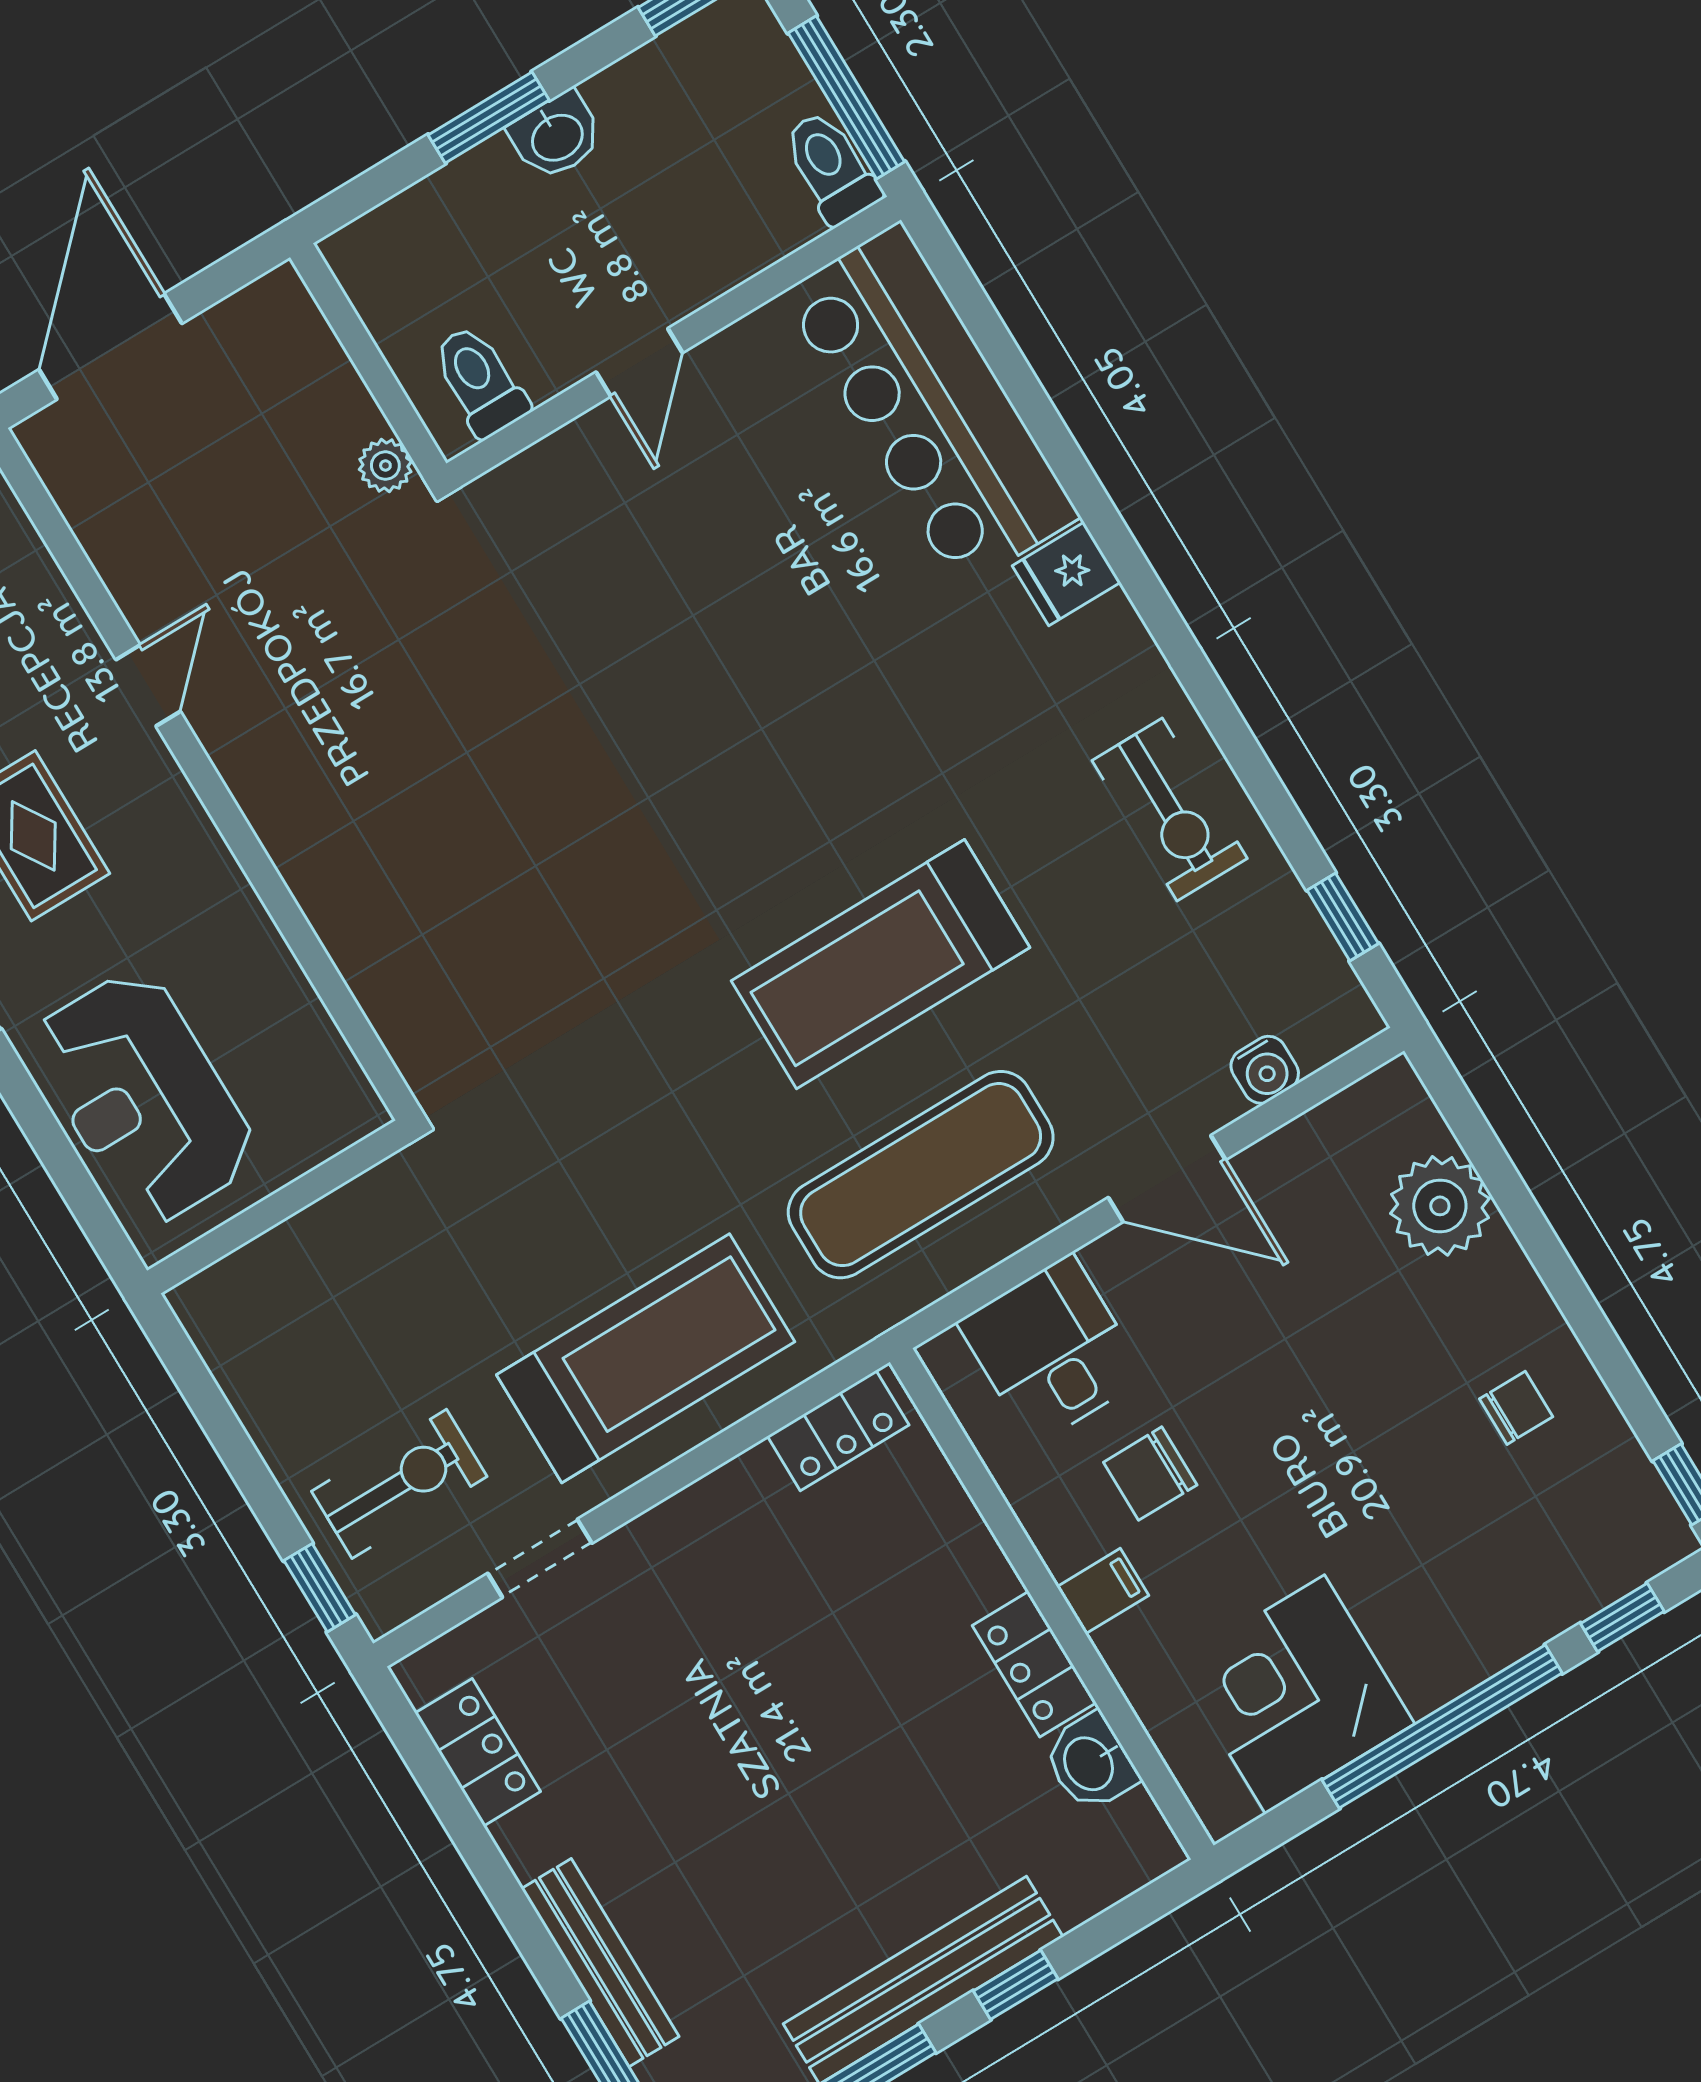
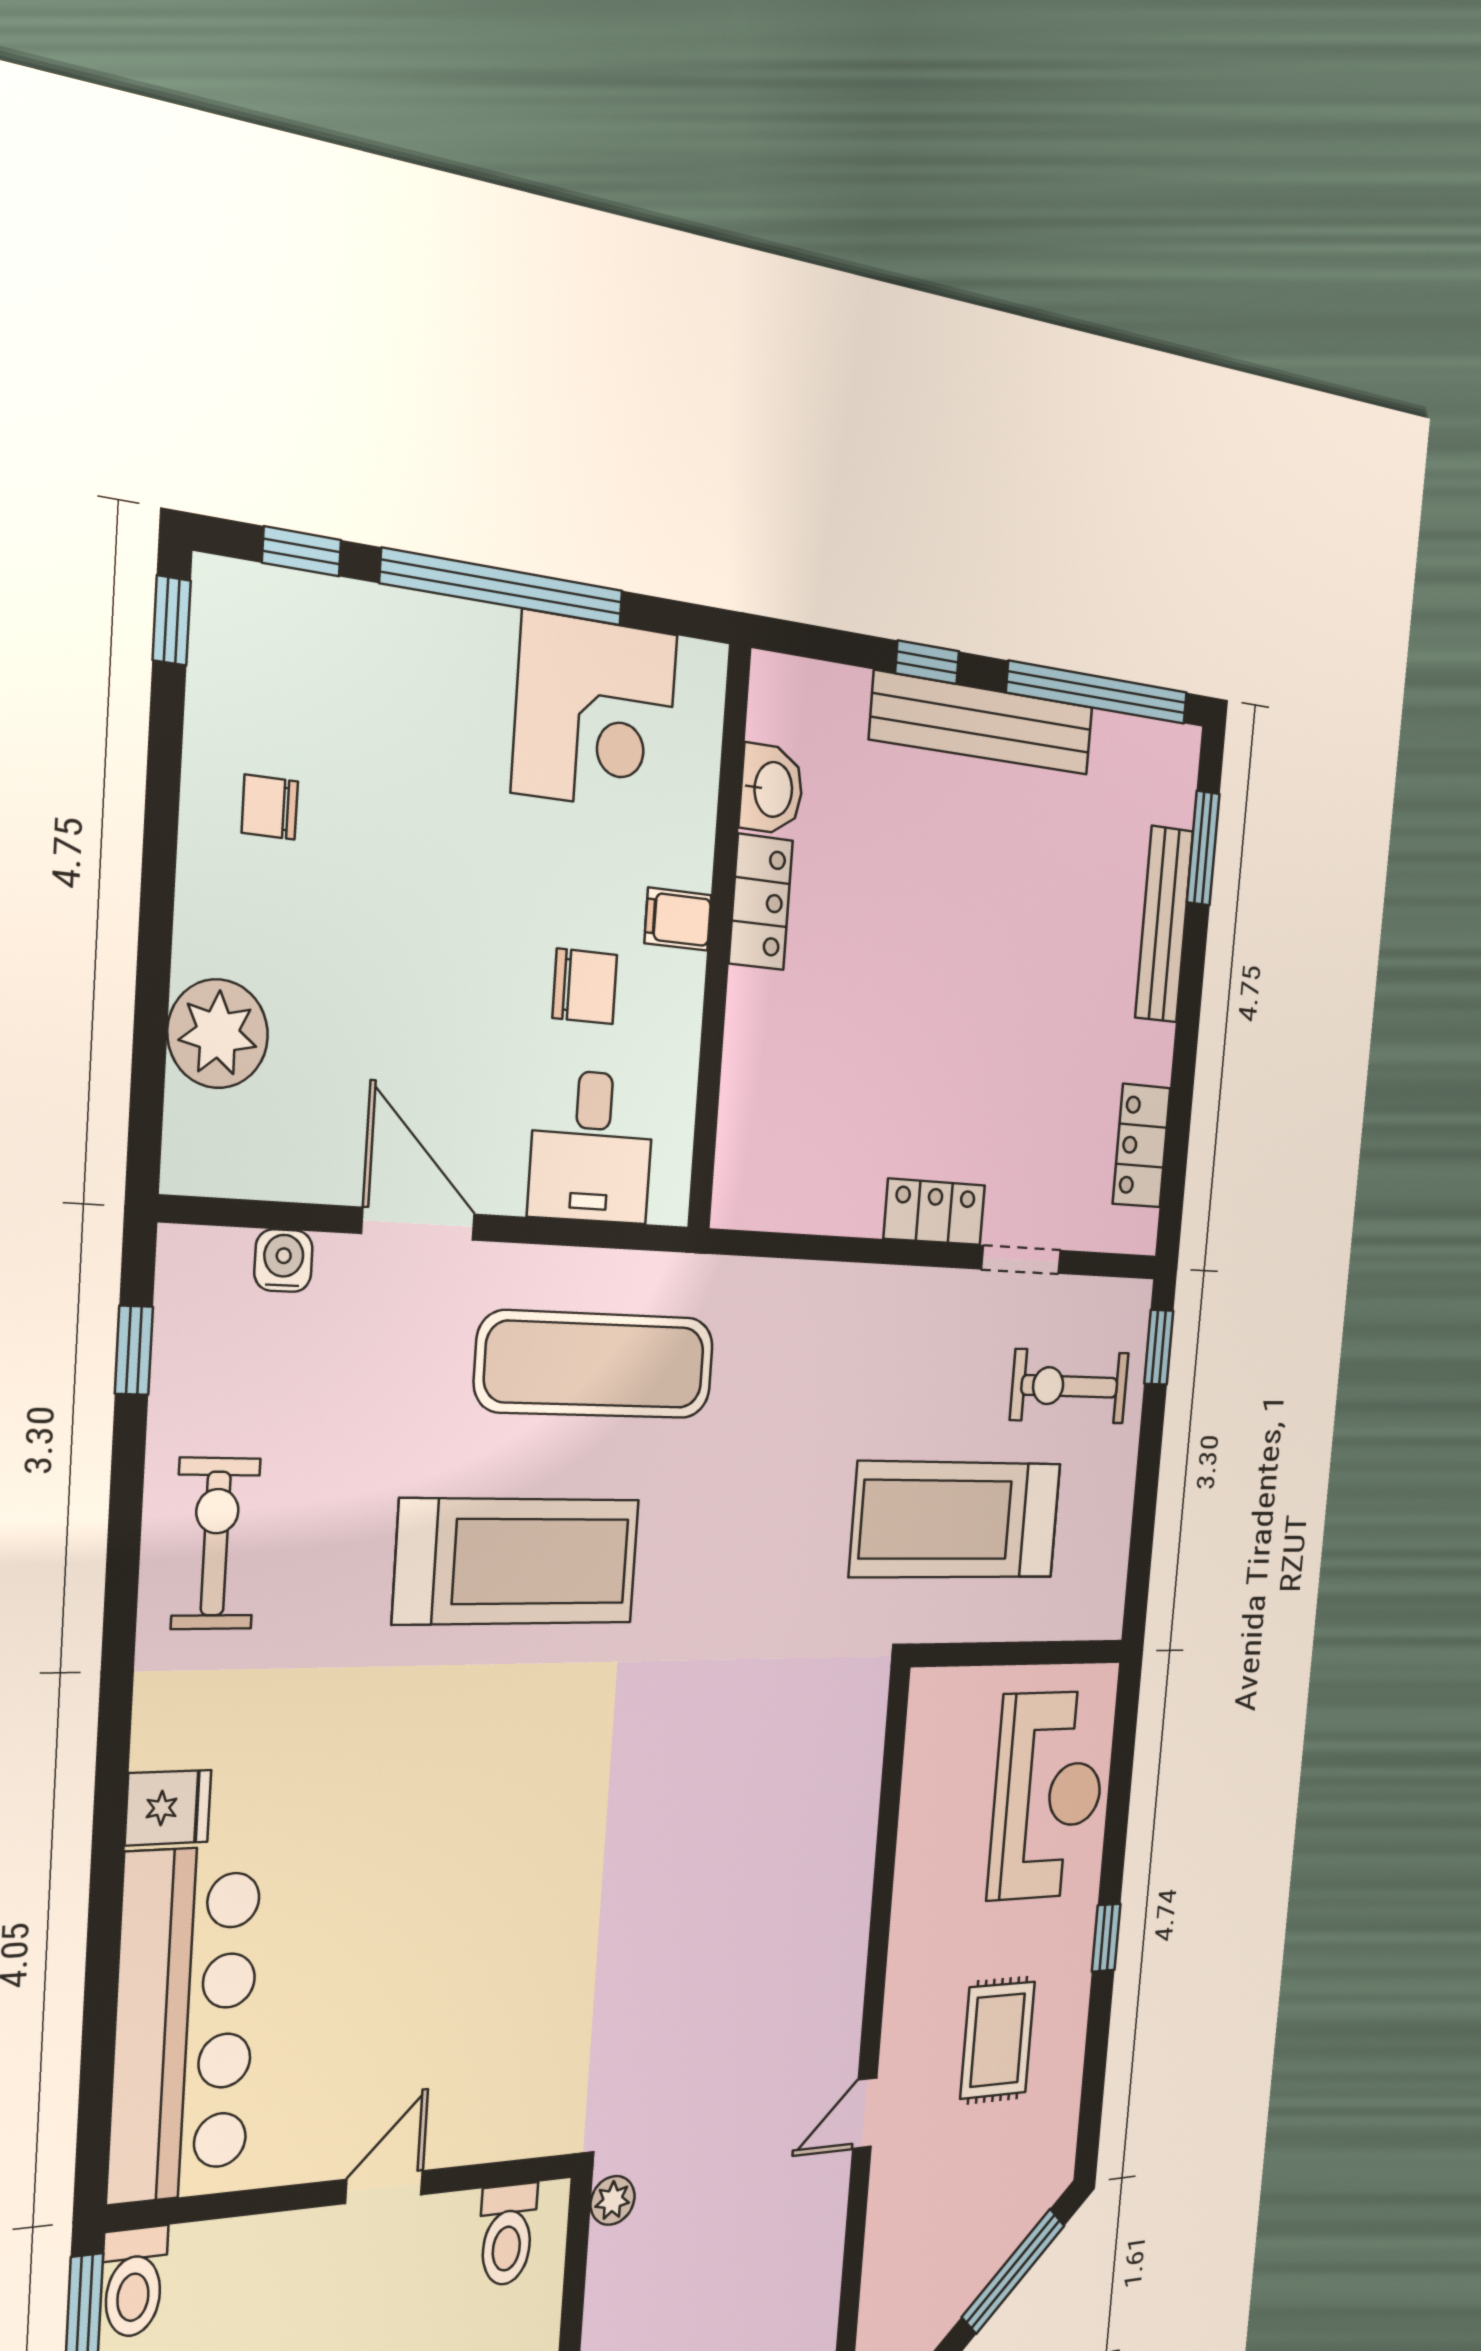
treadmill: (646, 1358) -> (956, 1520), moved
locker: (838, 1431) -> (934, 1212), moved

